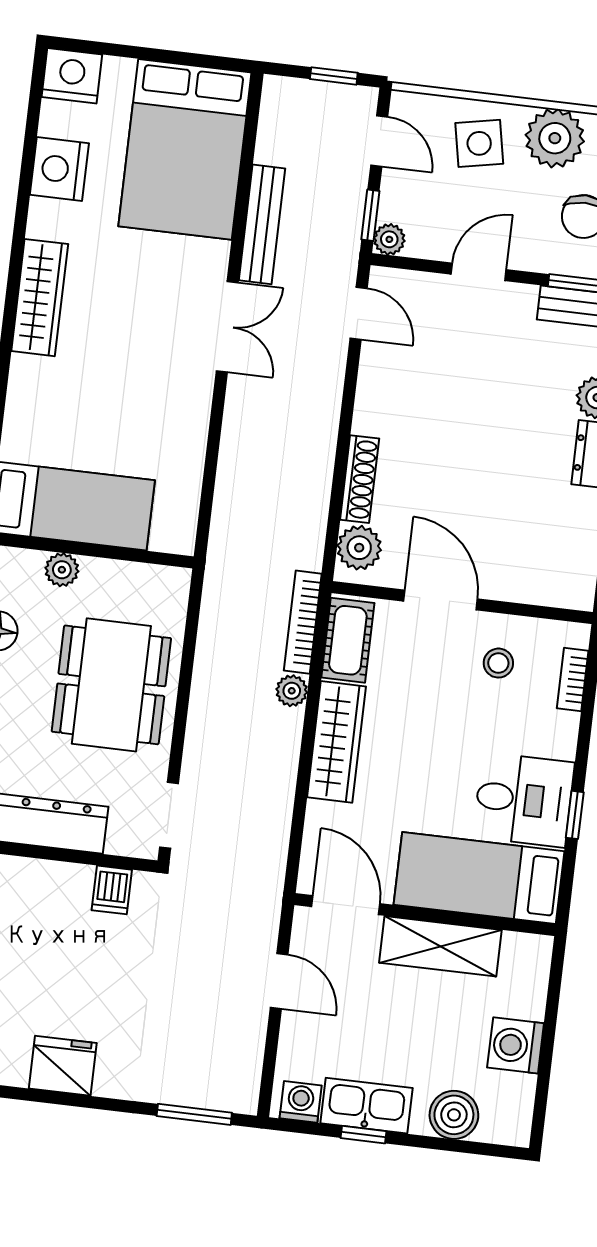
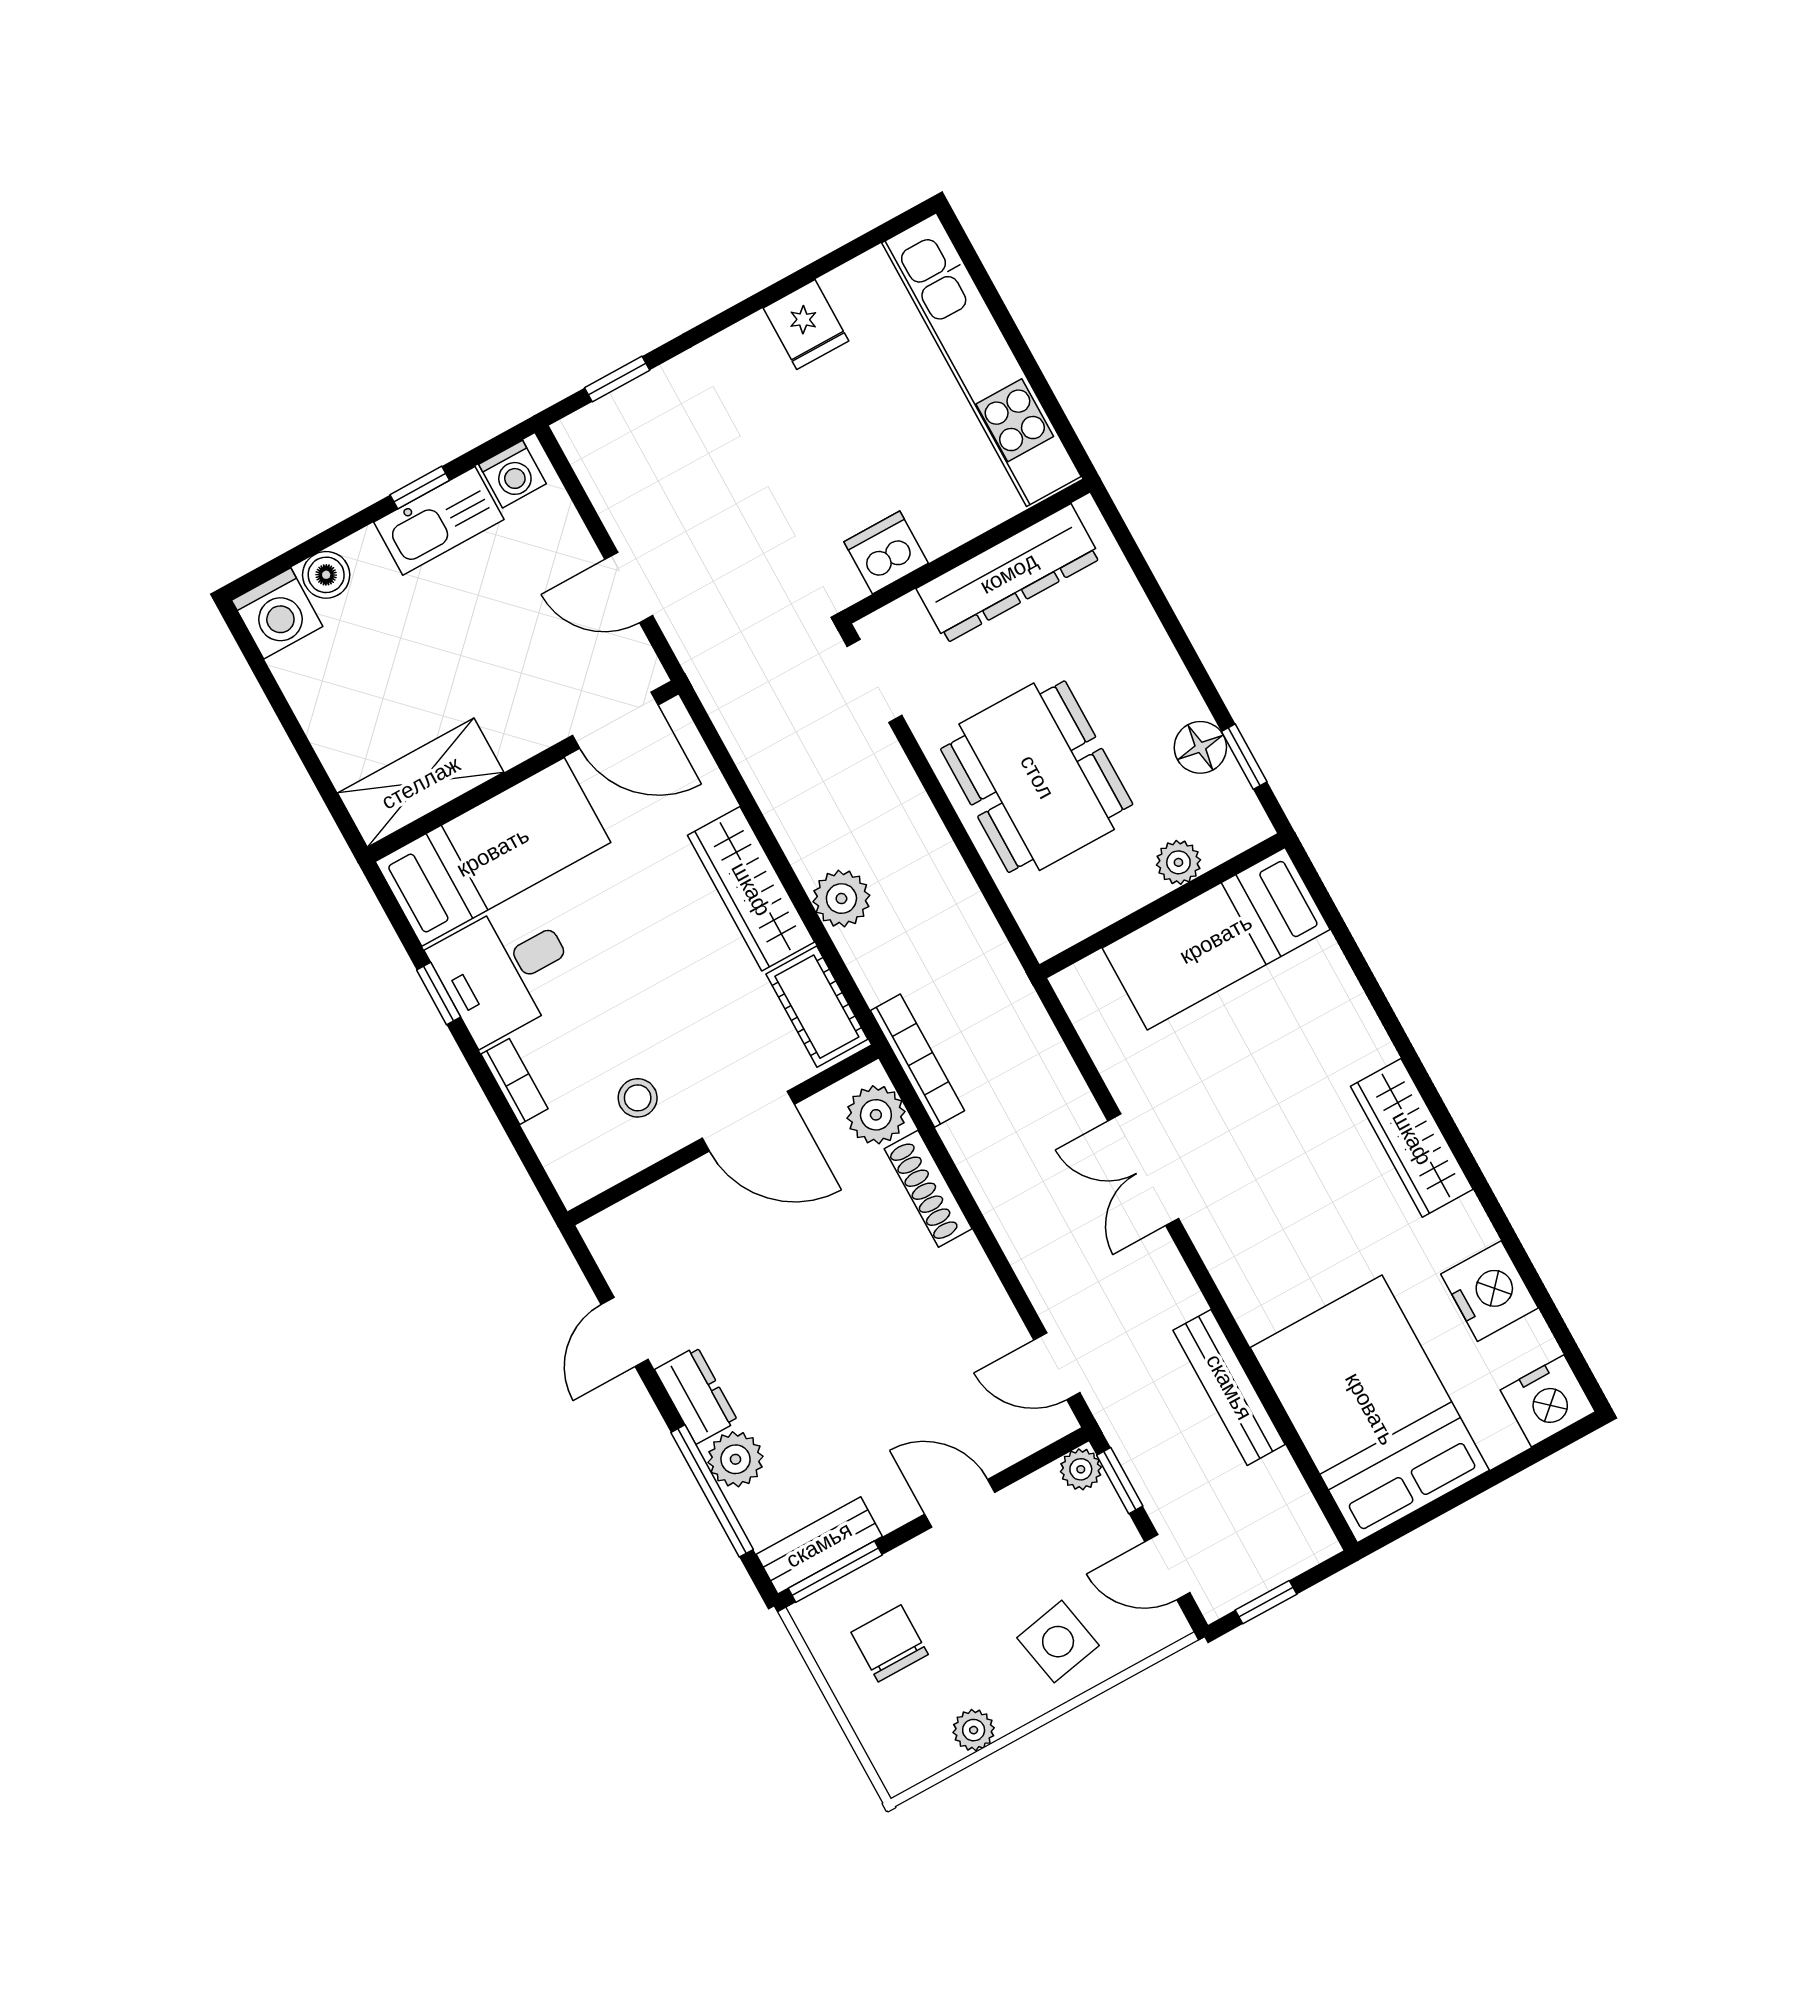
plant: (555, 138) -> (974, 1730), width x0.53, depth x0.53
door: (479, 272) -> (960, 1503), swing flipped
double door: (227, 327) -> (1143, 1170), moved
bookcase: (303, 622) -> (917, 1061), moved
bookcase: (573, 680) -> (515, 1081), moved
plant: (292, 691) -> (841, 899), width x1.38, depth x1.38
dishwasher: (112, 890) -> (886, 553), width x1.38
shelving: (440, 946) -> (421, 783), moved
washing machine: (516, 1045) -> (277, 613), moved, turned 90
fridge: (63, 1066) -> (806, 325), width x0.72
window: (194, 1114) -> (617, 379), width x0.67
boiler: (454, 1115) -> (326, 575), width x0.73, depth x0.73

